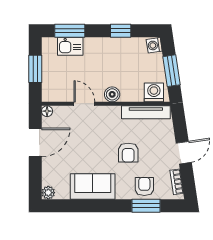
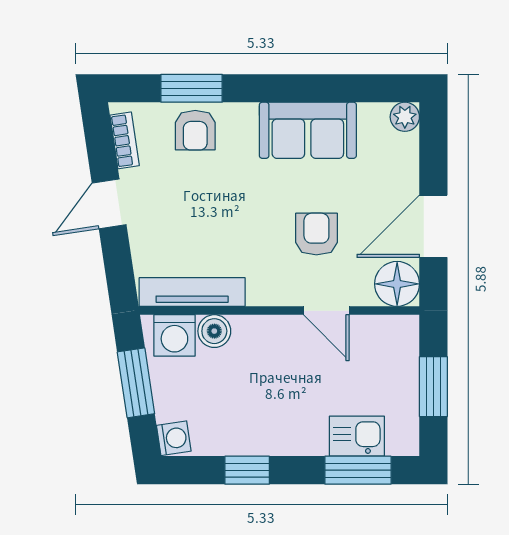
boiler: (112, 94) -> (214, 331), moved
floor lamp: (47, 111) -> (397, 284), width x1.89, depth x1.89
armchair: (128, 153) -> (316, 234), moved

